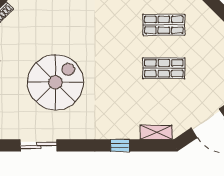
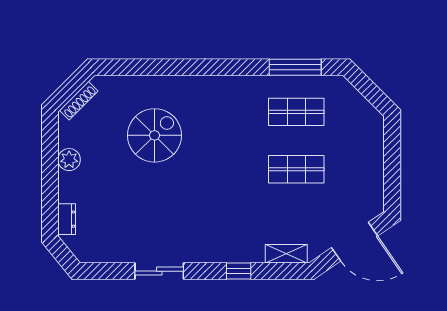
spiral stairs: (56, 82) -> (155, 135), moved, width x0.73, depth x0.73
sliding door: (39, 145) -> (159, 271), moved

